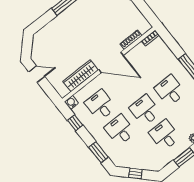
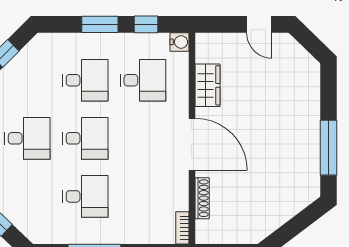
door: (111, 62) -> (192, 144), swing flipped
door: (37, 74) -> (259, 24), hinge flipped
wardrobe: (81, 76) -> (207, 85), width x0.67
window: (98, 152) -> (100, 24), moved

